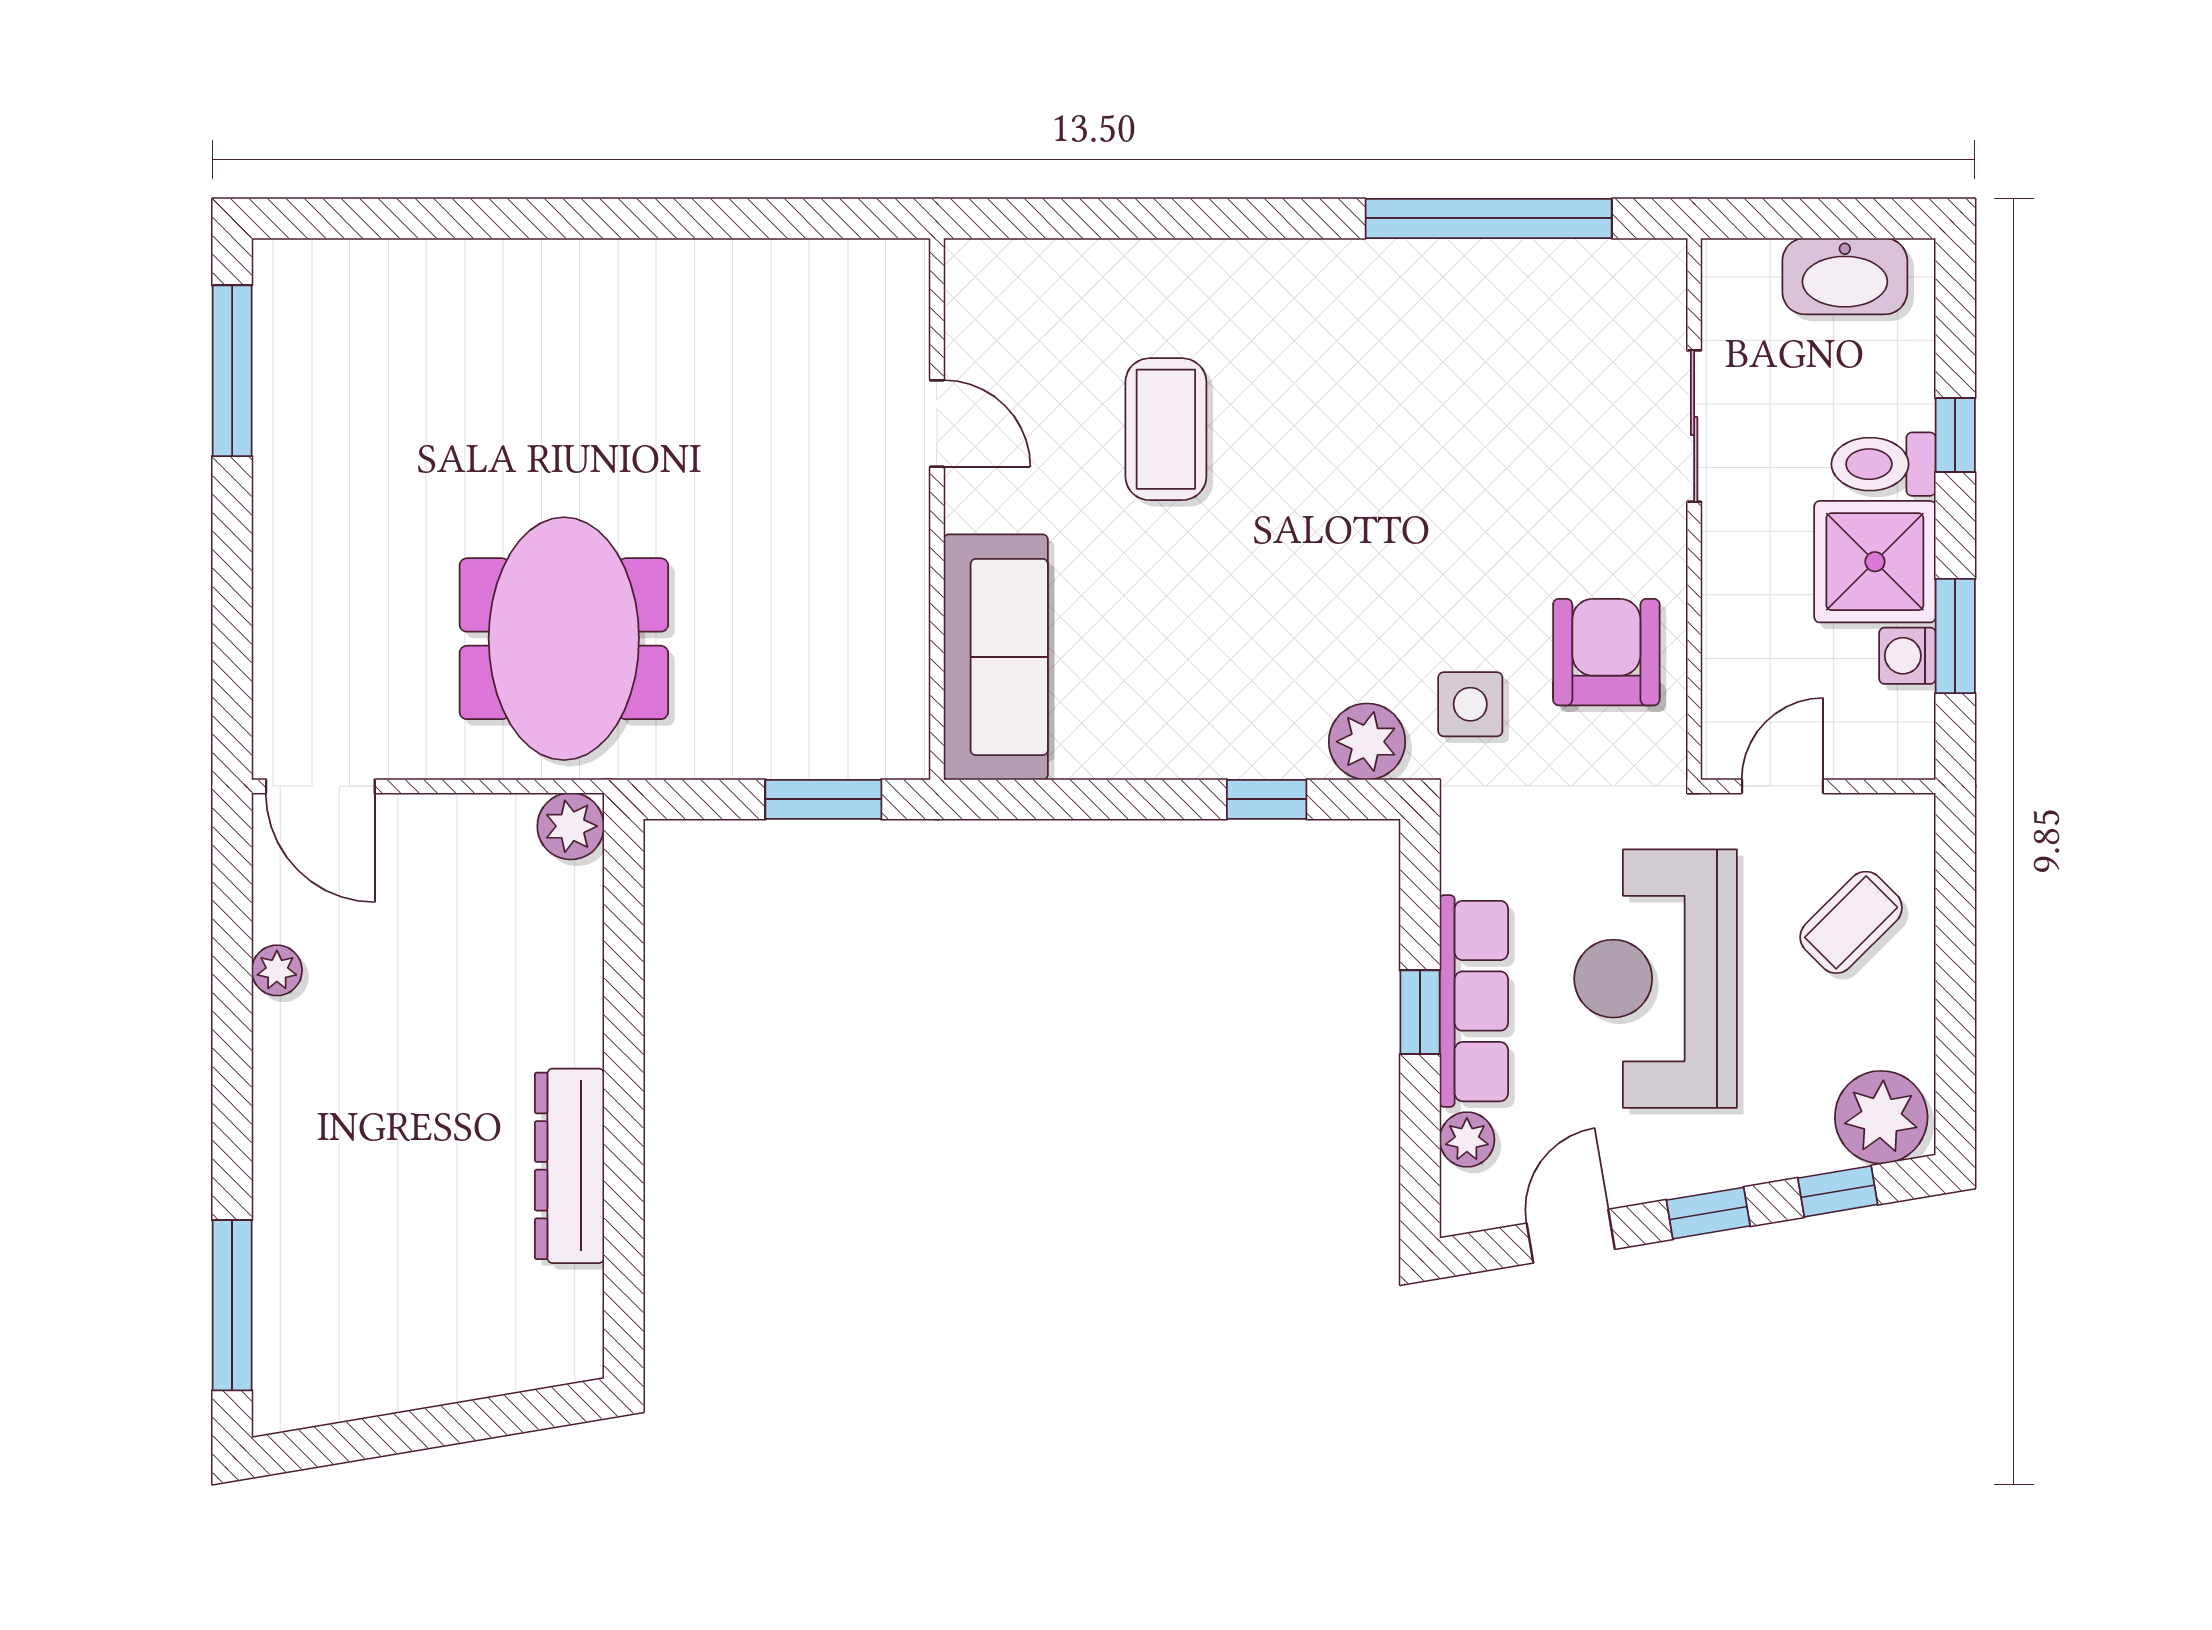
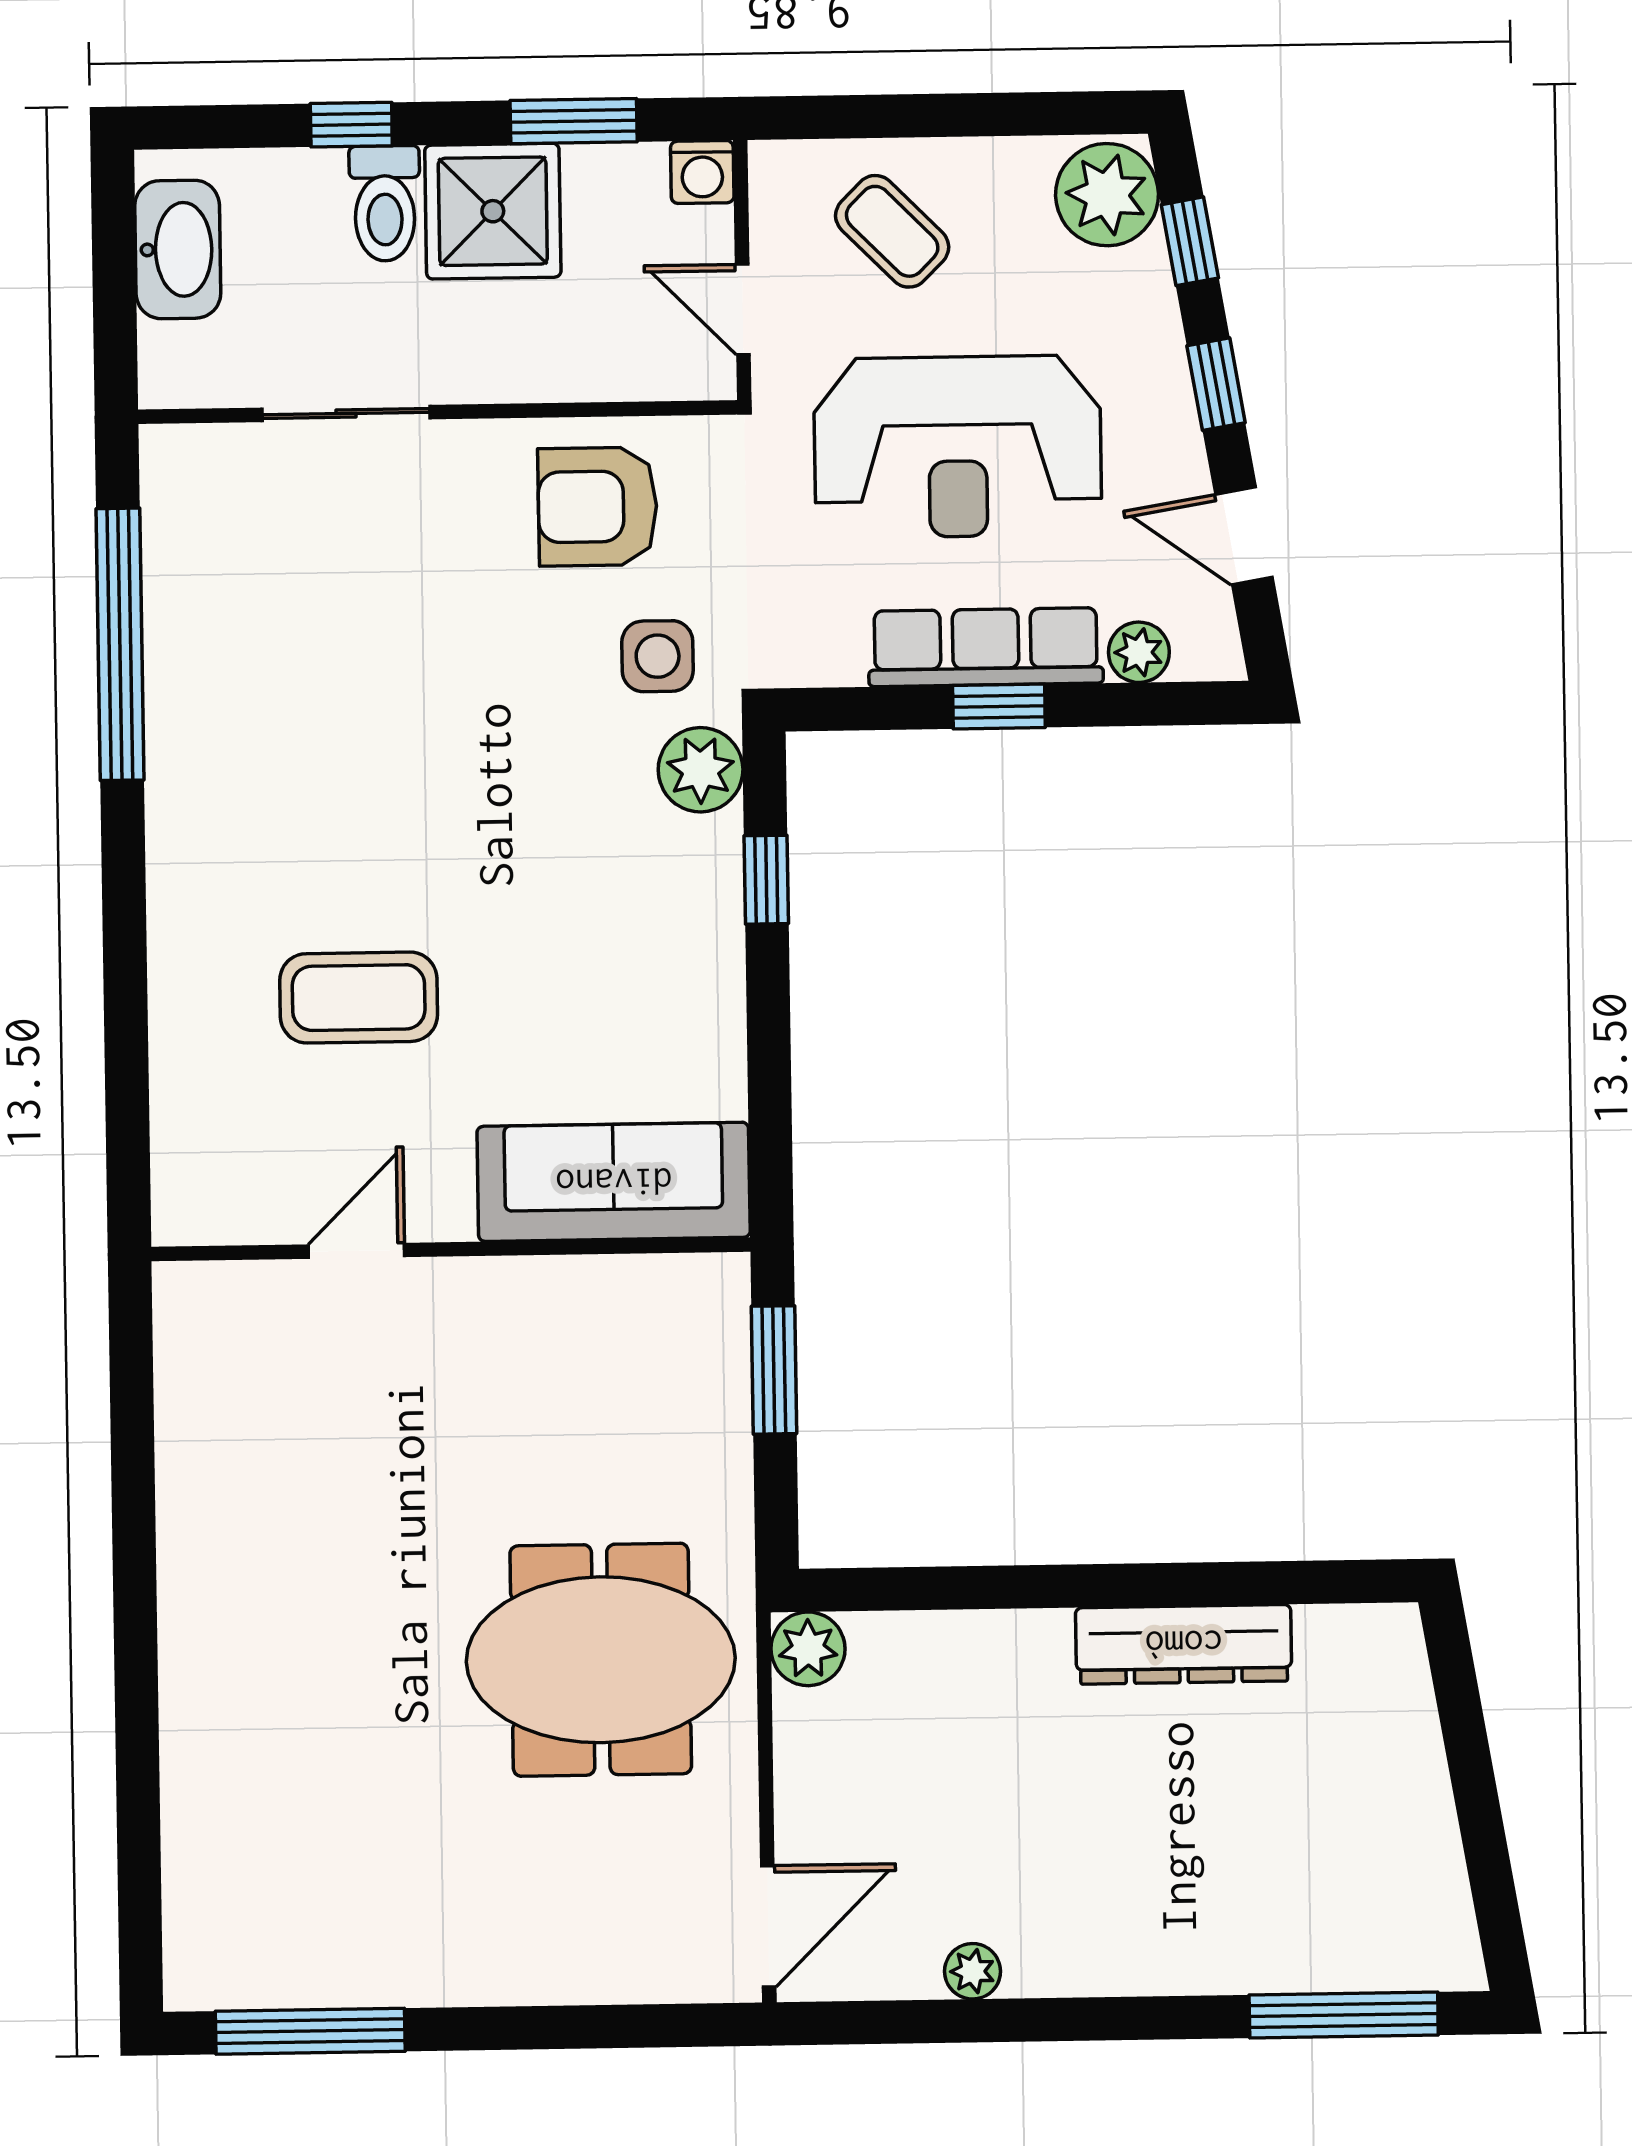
washing machine: (1907, 656) -> (702, 172), moved

